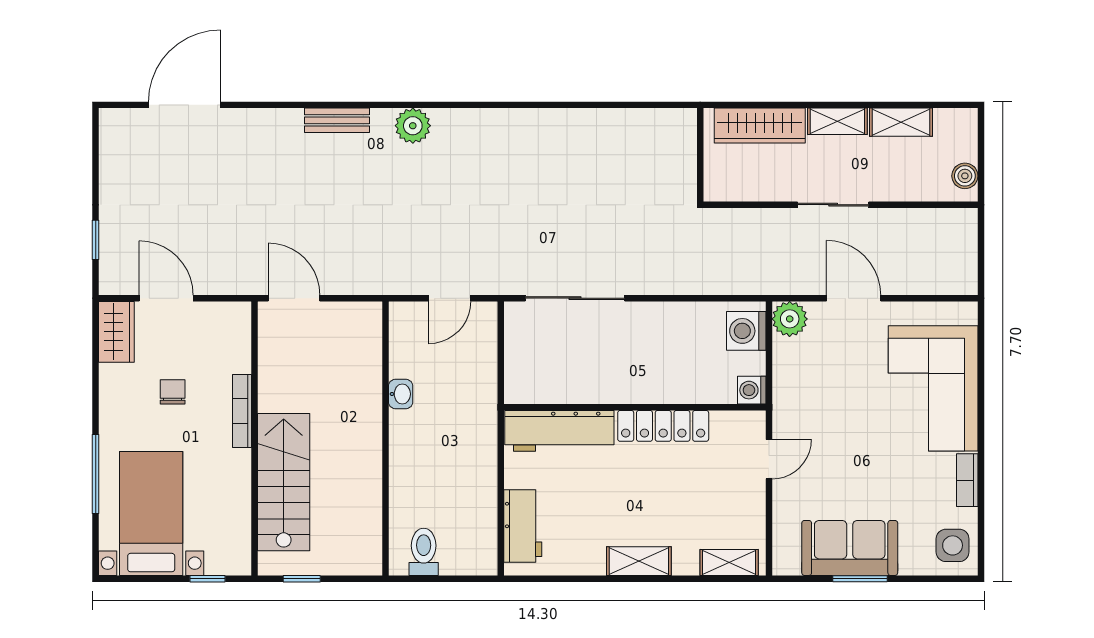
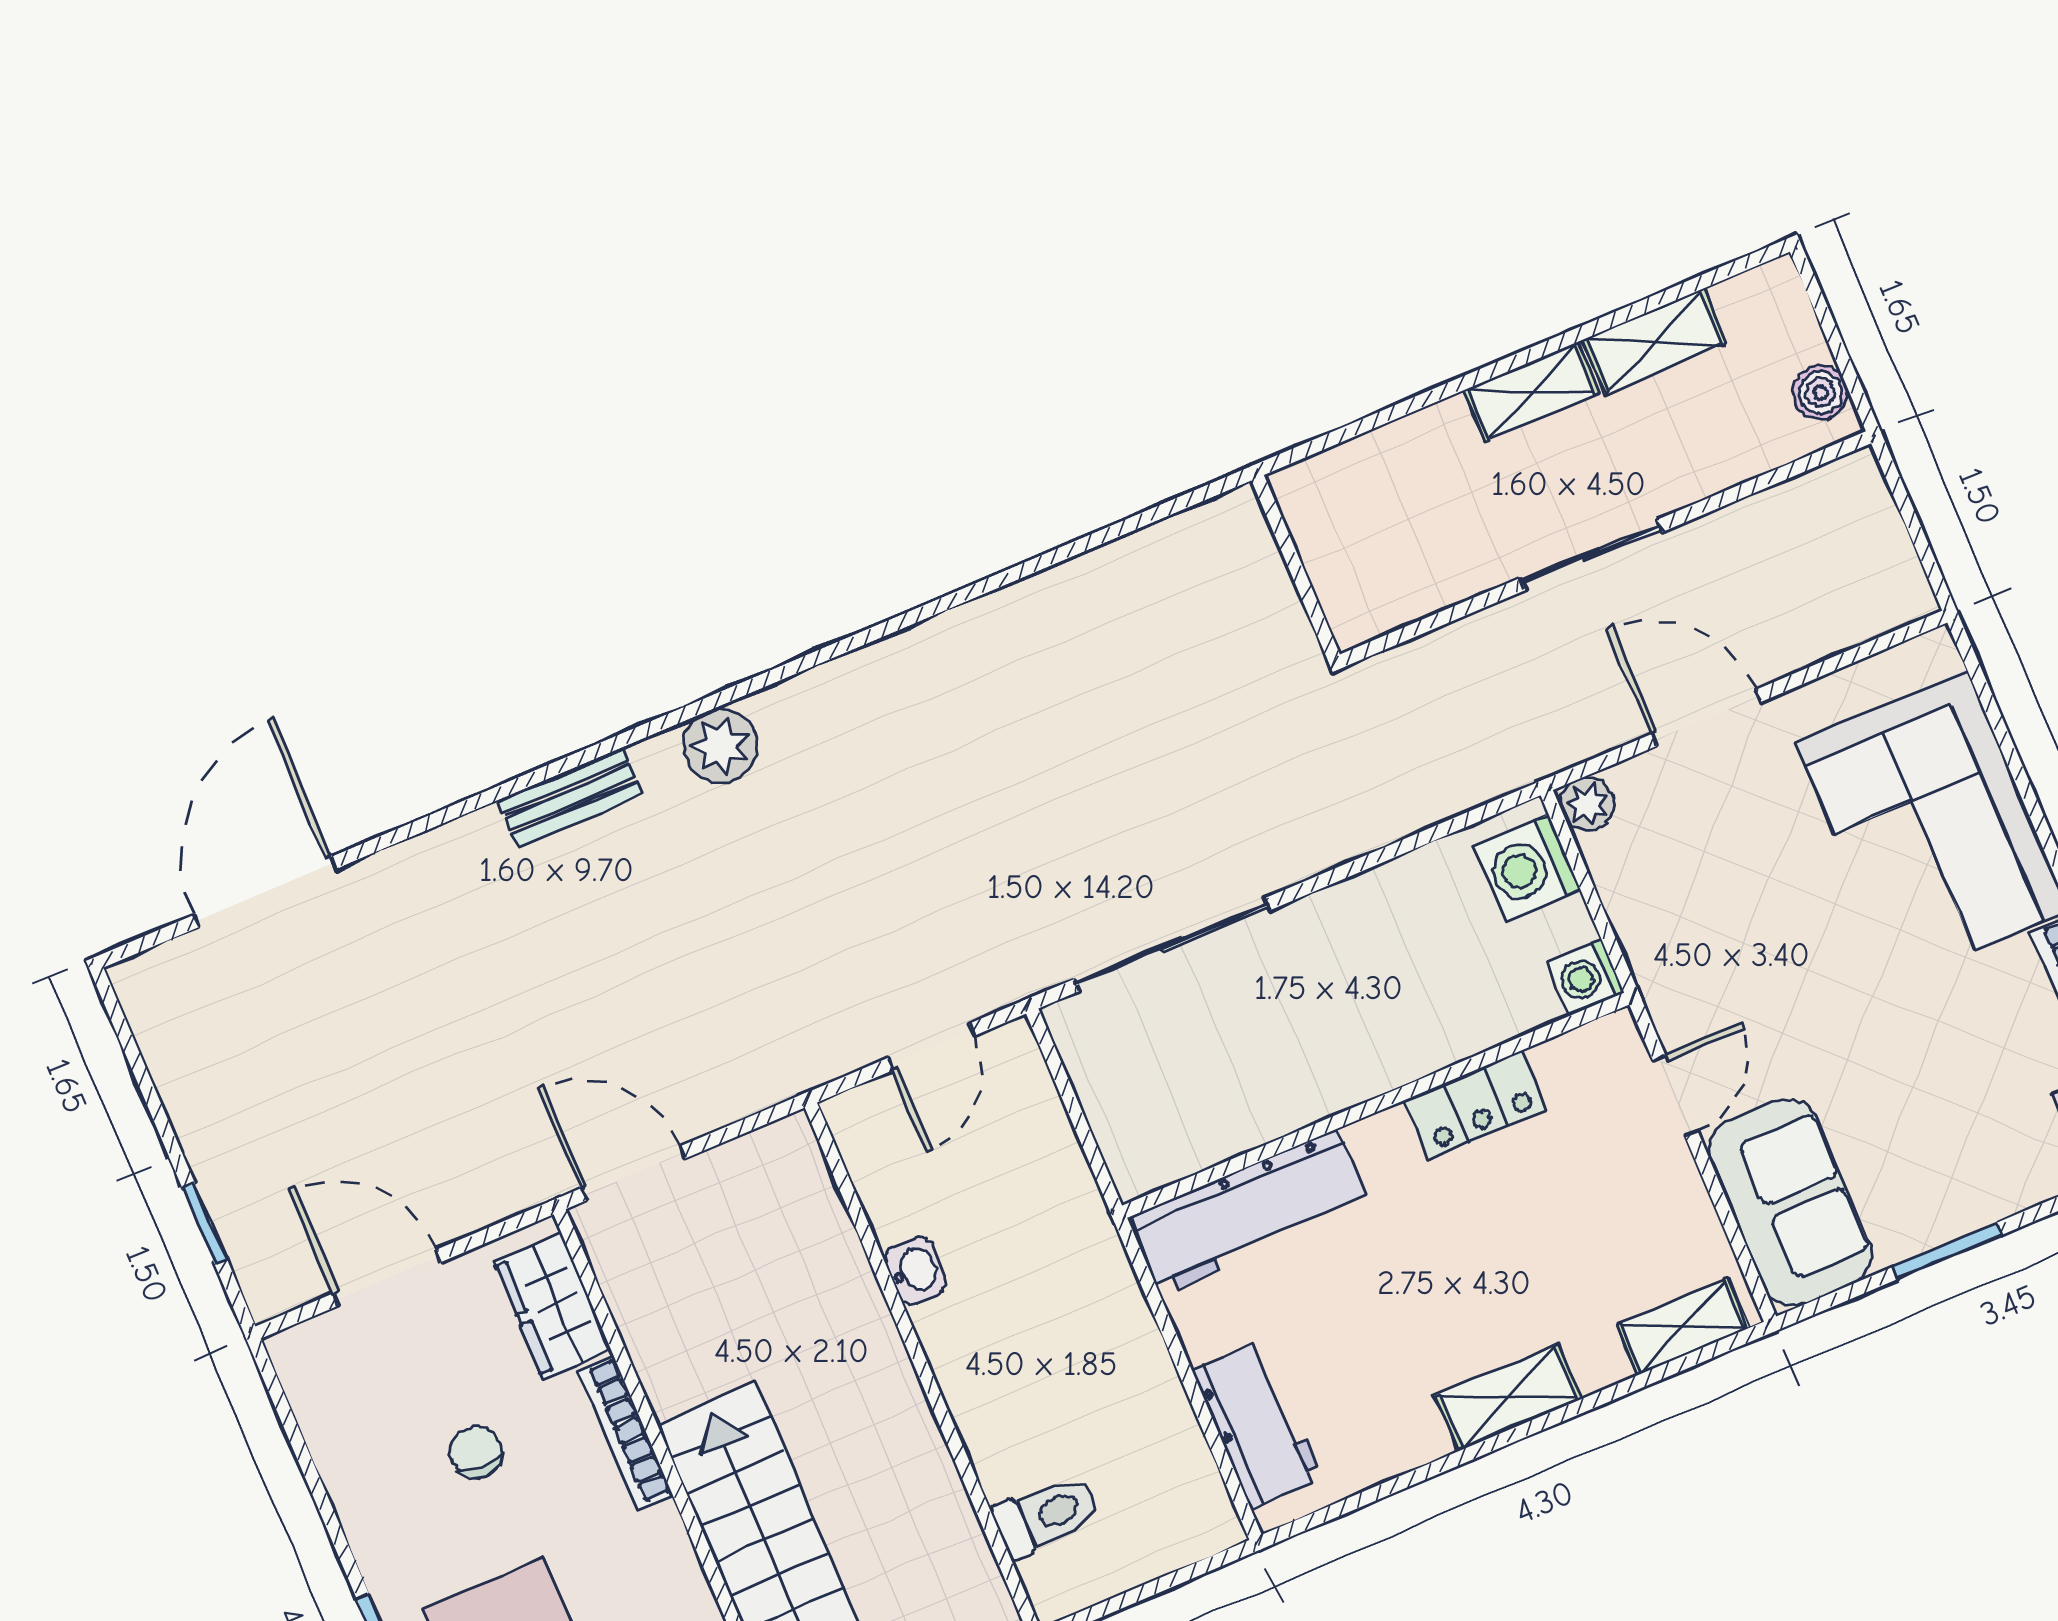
wardrobe: (760, 126) -> (1386, 463), removed
plant: (790, 319) -> (1588, 804), width x0.73, depth x0.73
wardrobe: (116, 332) -> (552, 1306), moved, turned 180
locker: (663, 426) -> (1476, 1105), width x0.66
sofa: (850, 548) -> (1790, 1202), moved, turned 90
toilet: (424, 552) -> (1046, 1516), moved, turned 90

